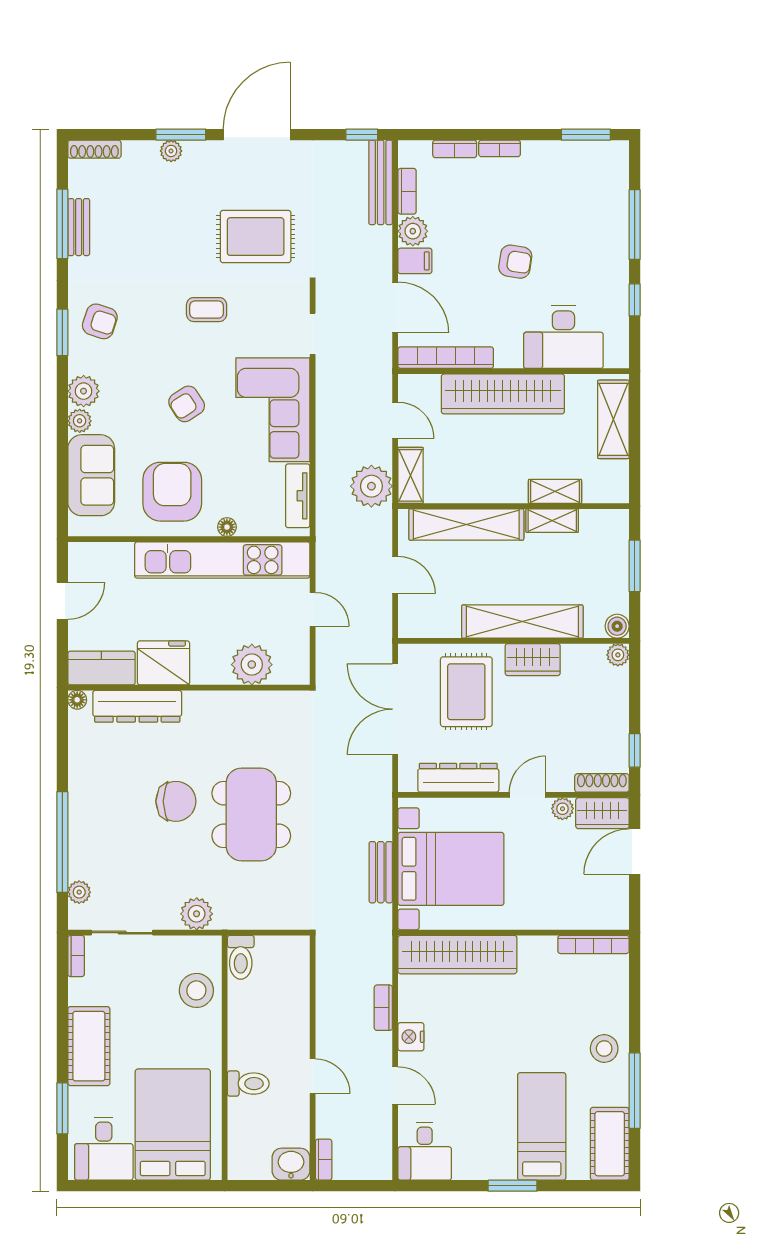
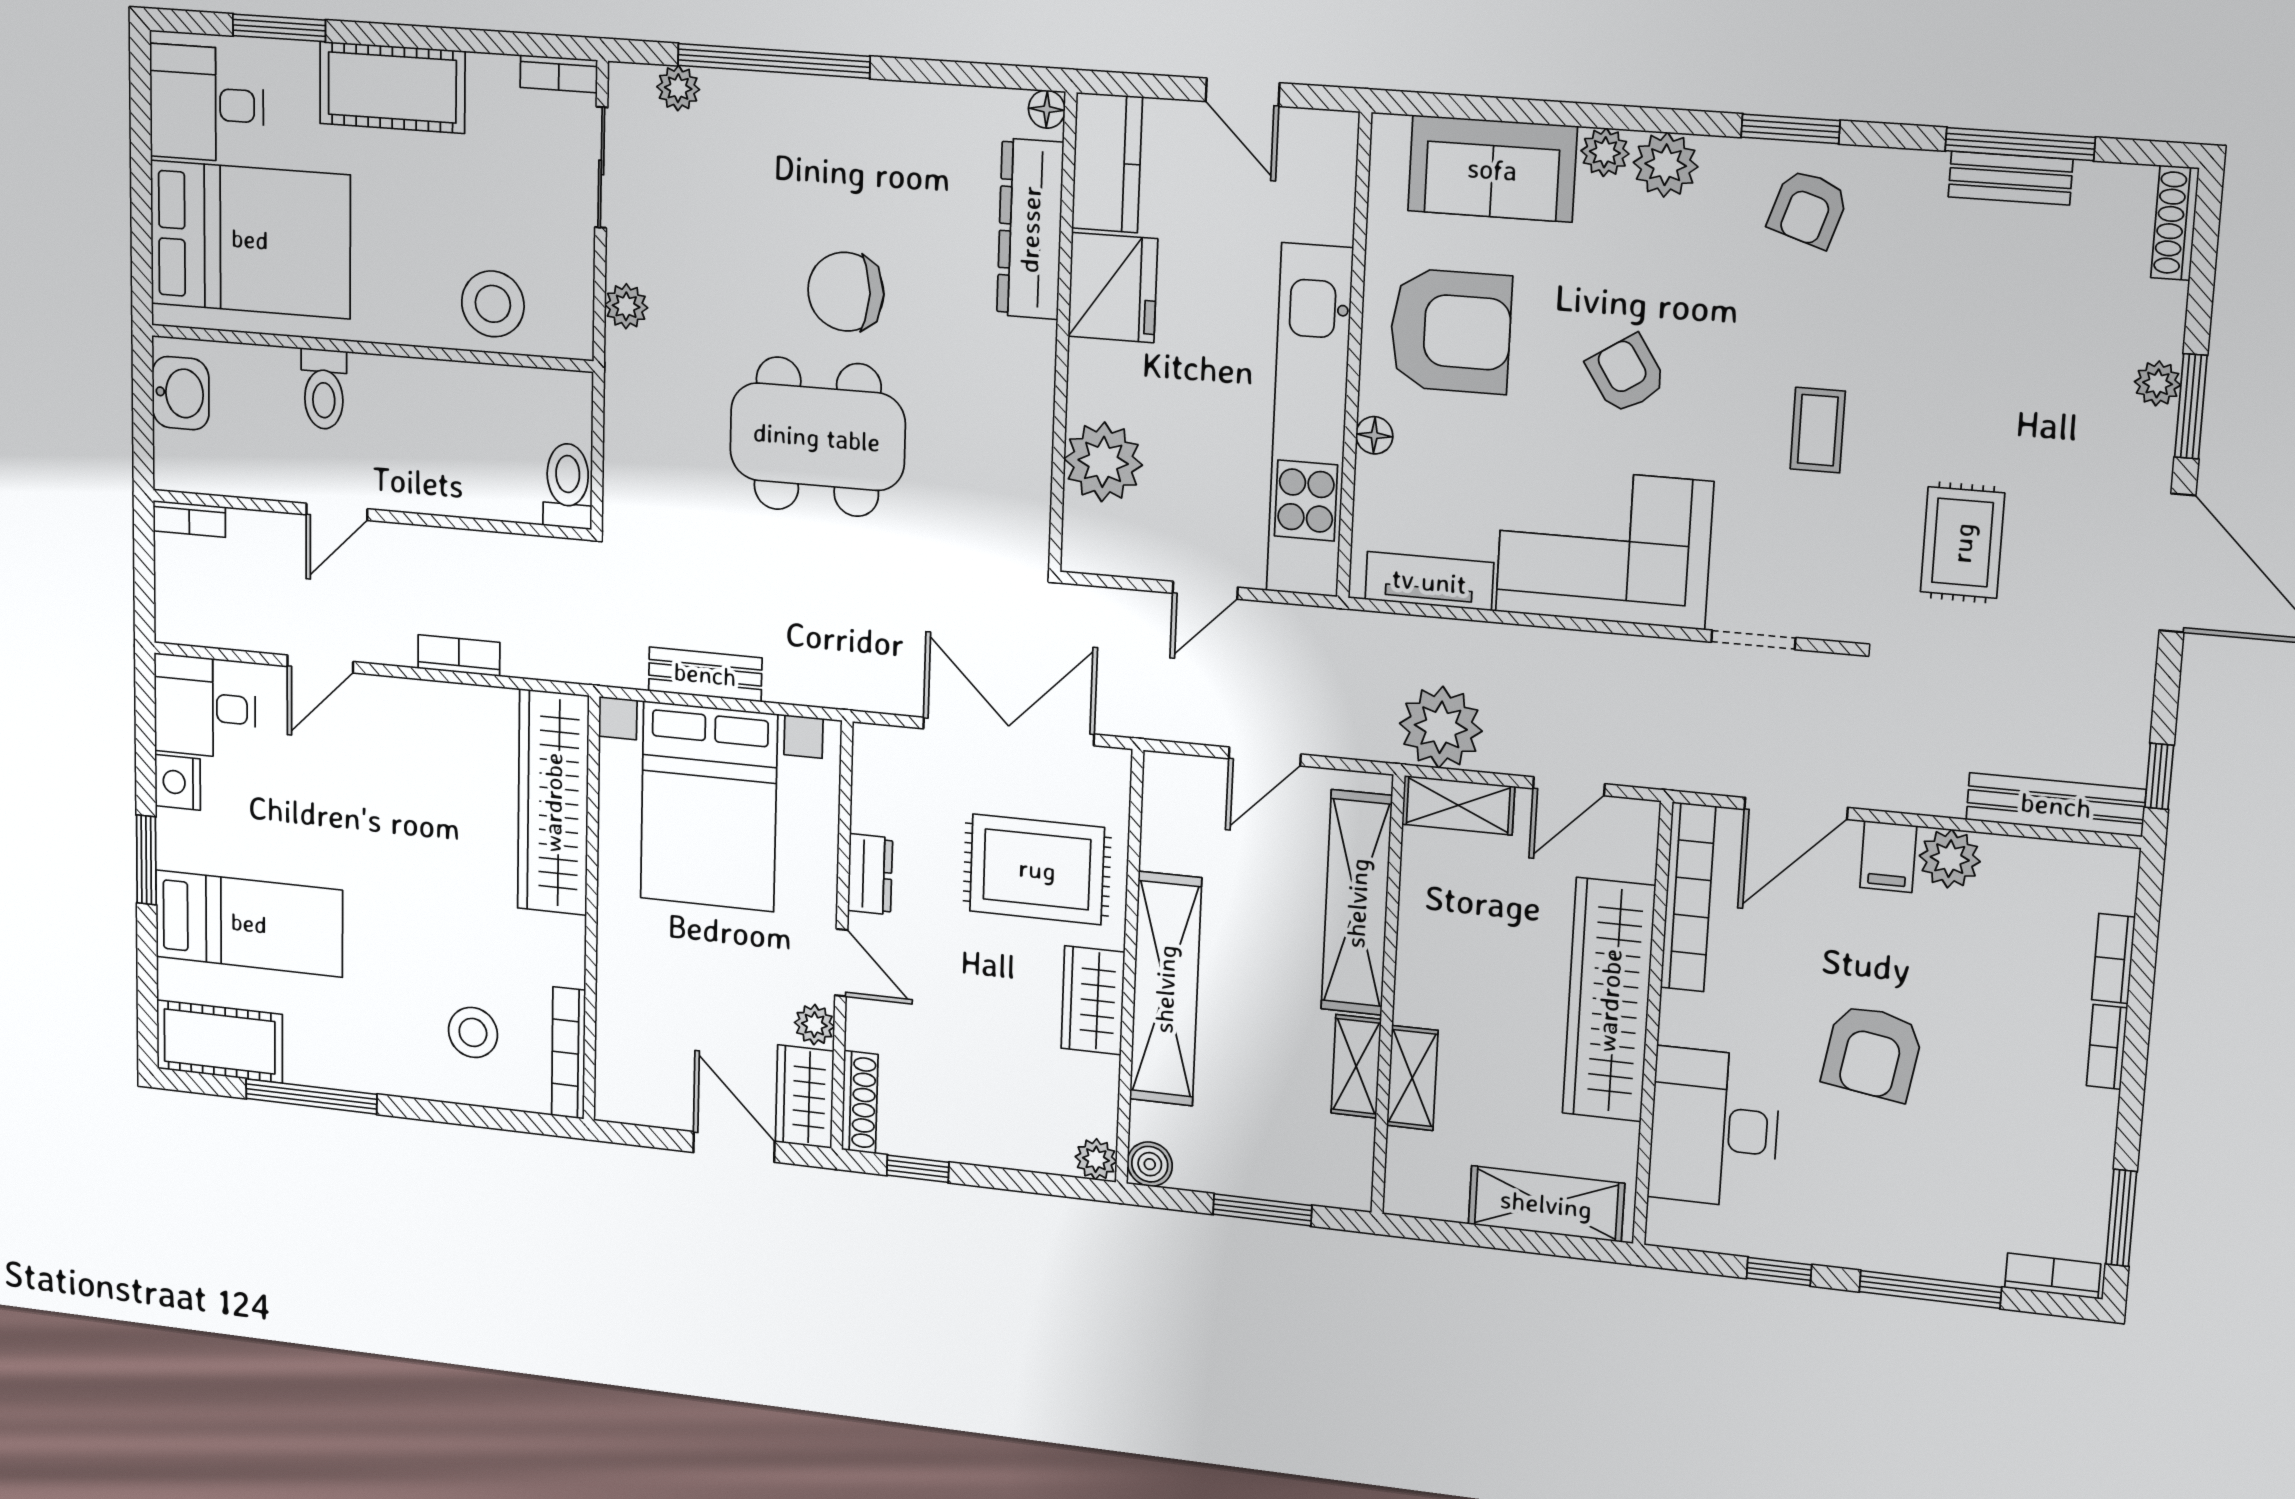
bookcase: (407, 191) -> (2053, 1276), moved, turned 180
rug: (256, 237) -> (1962, 543), width x0.73, depth x0.70
armchair: (515, 262) -> (1872, 1052), width x1.38, depth x1.38
dresser: (458, 778) -> (870, 874), width x0.51, depth x0.80
chair: (176, 801) -> (846, 292), turned 90
plant: (197, 914) -> (626, 306), width x0.73, depth x0.73
toilet: (241, 957) -> (568, 486), moved, turned 90
nightstand: (411, 1037) -> (178, 782), moved, turned -90
stool: (604, 1049) -> (473, 1032), moved
washbasin: (291, 1164) -> (181, 393), moved

